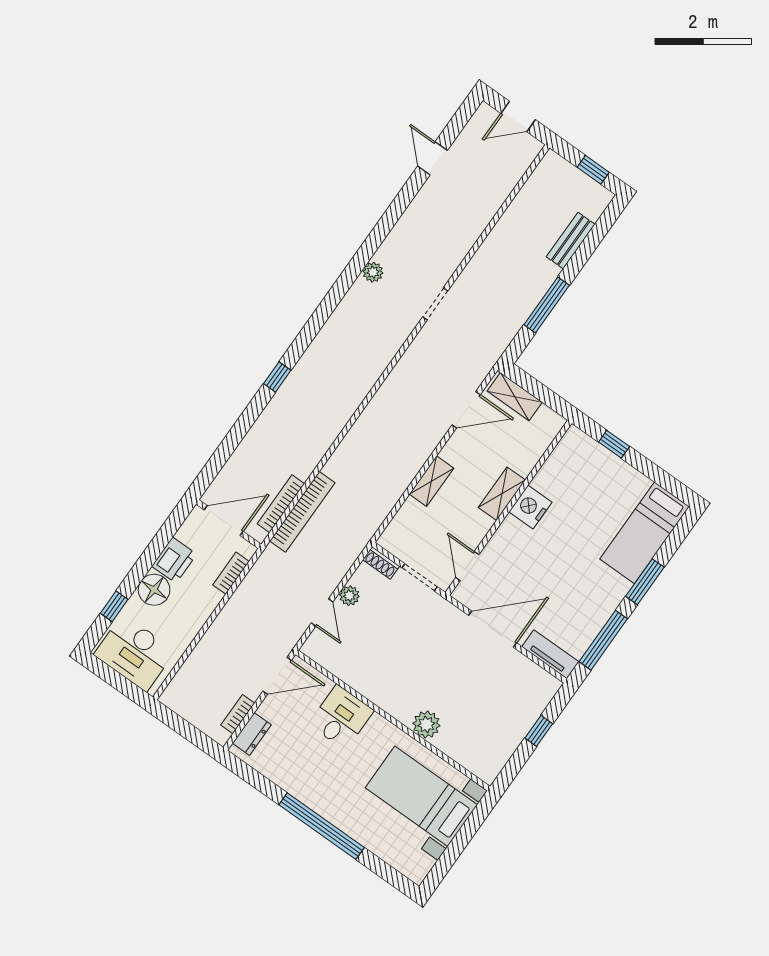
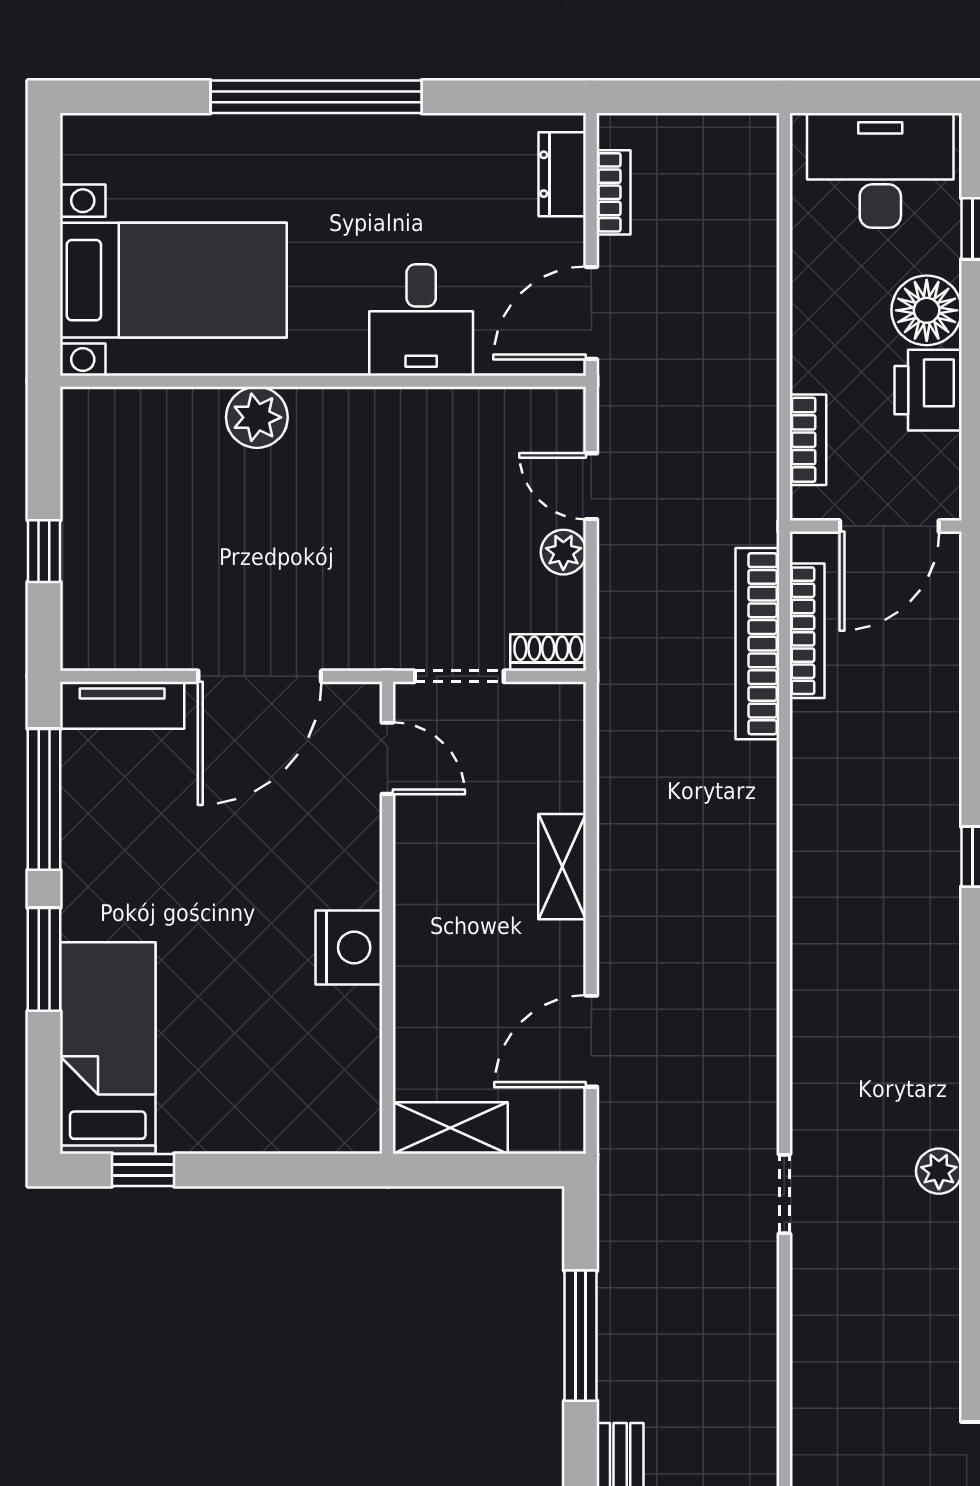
shelving: (515, 397) -> (450, 1128), moved
window: (614, 444) -> (143, 1170), moved
shelving: (502, 494) -> (418, 935), removed

